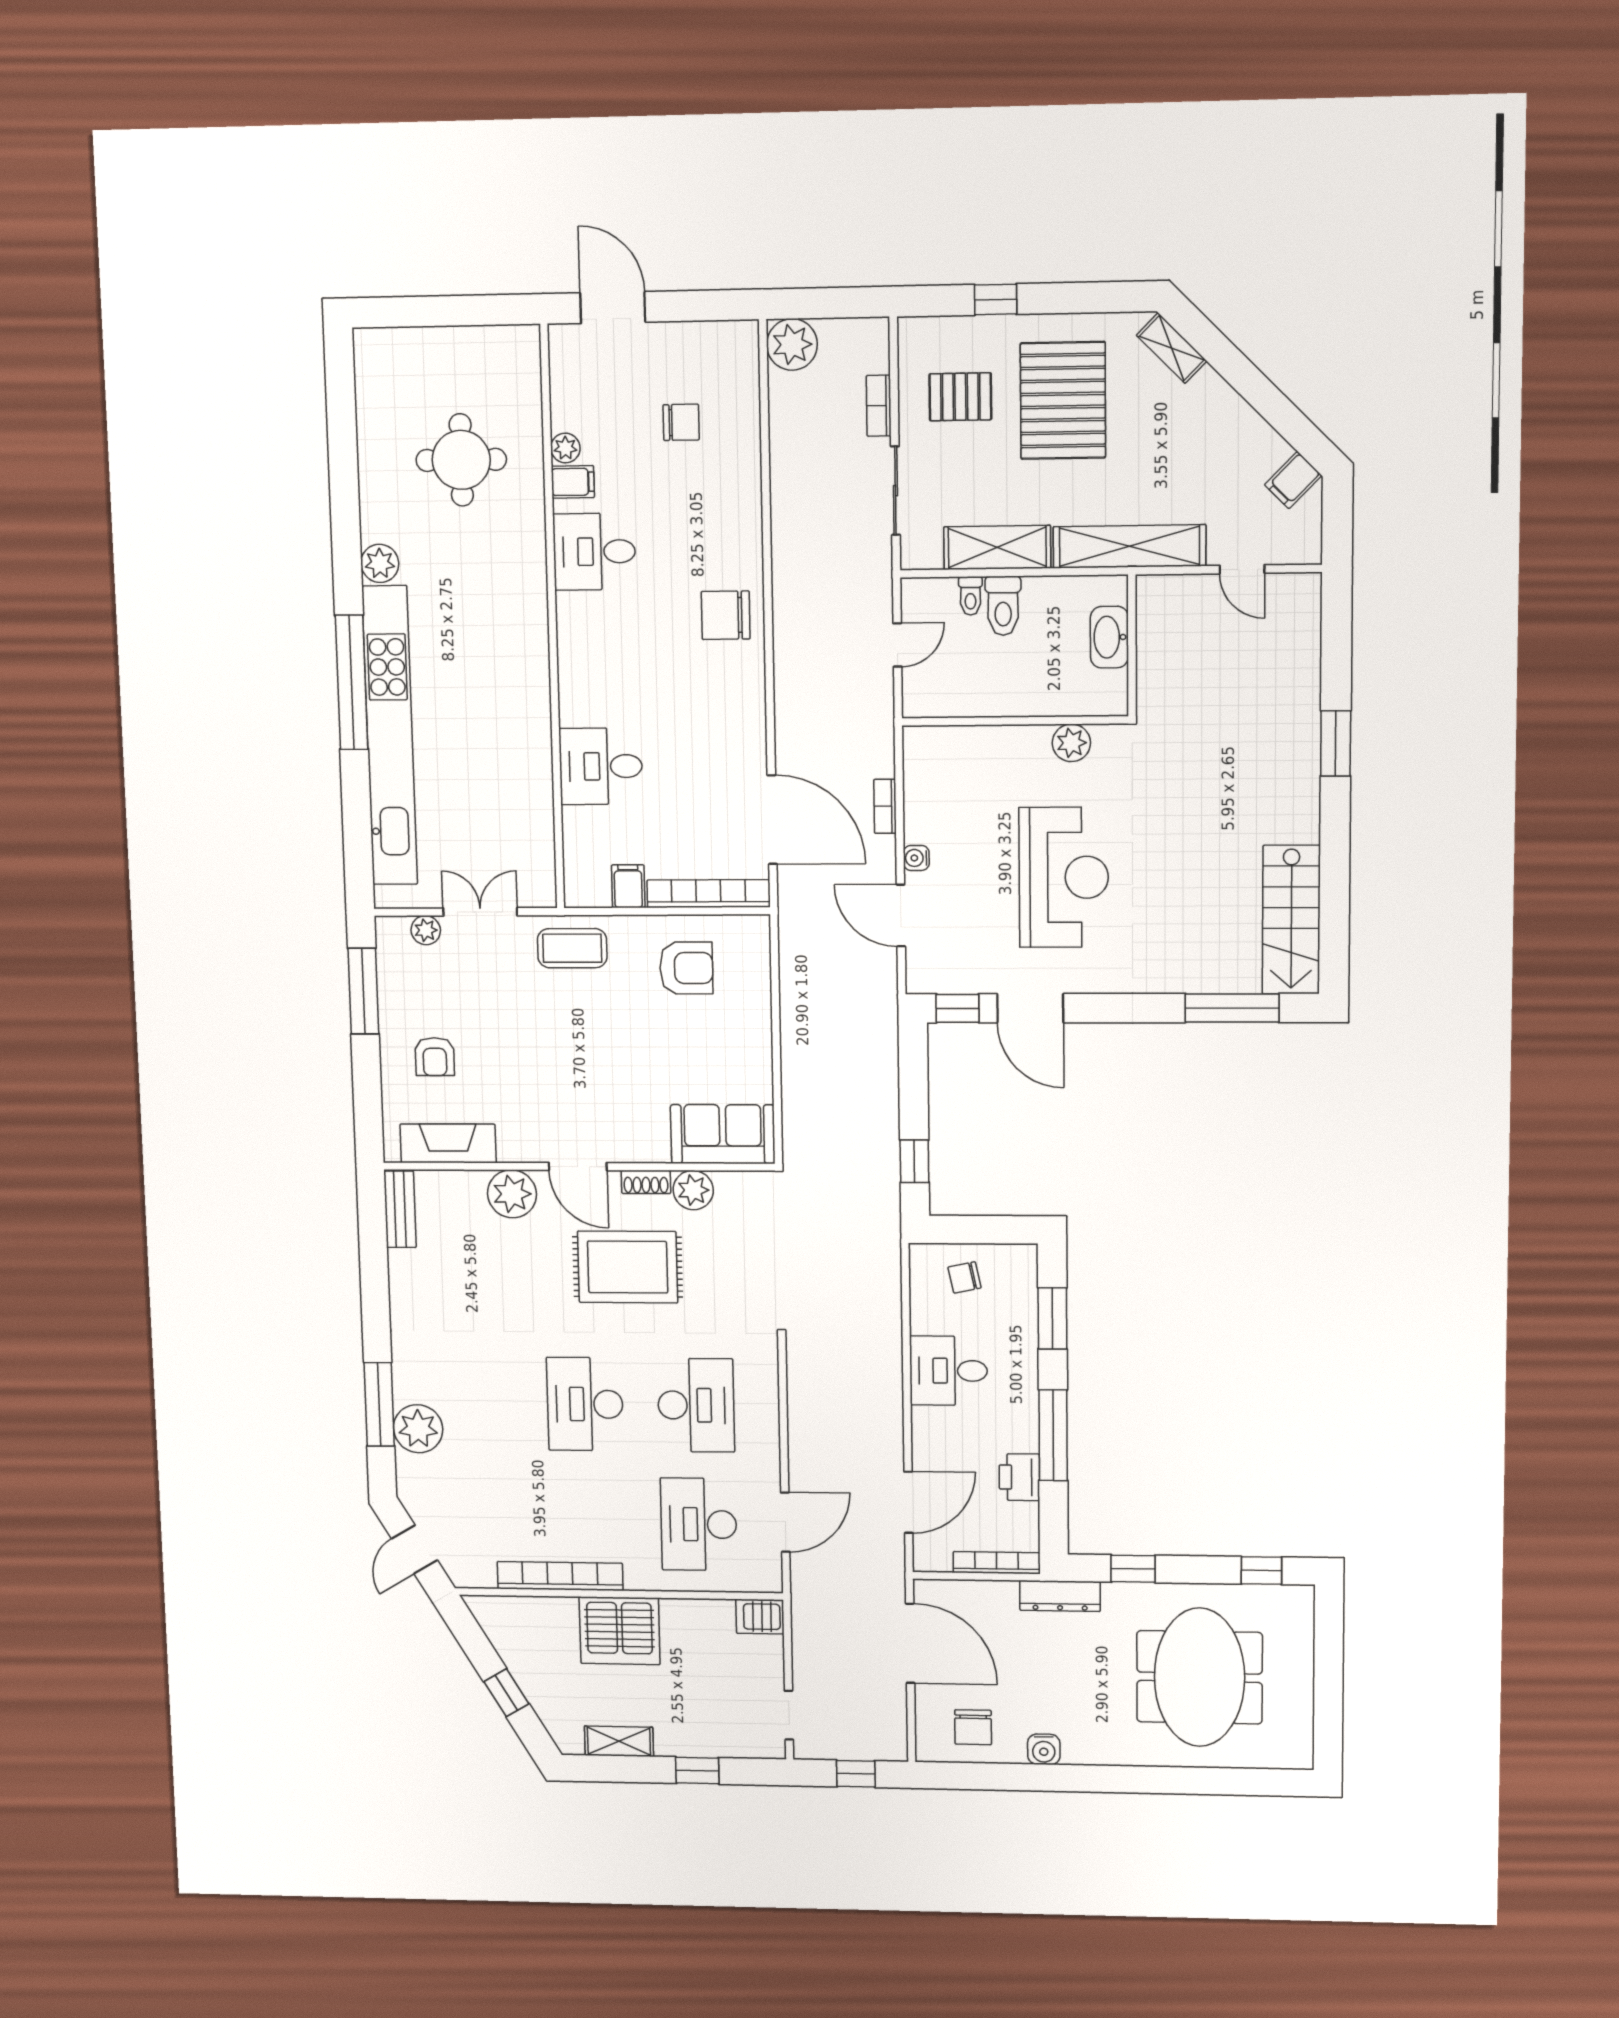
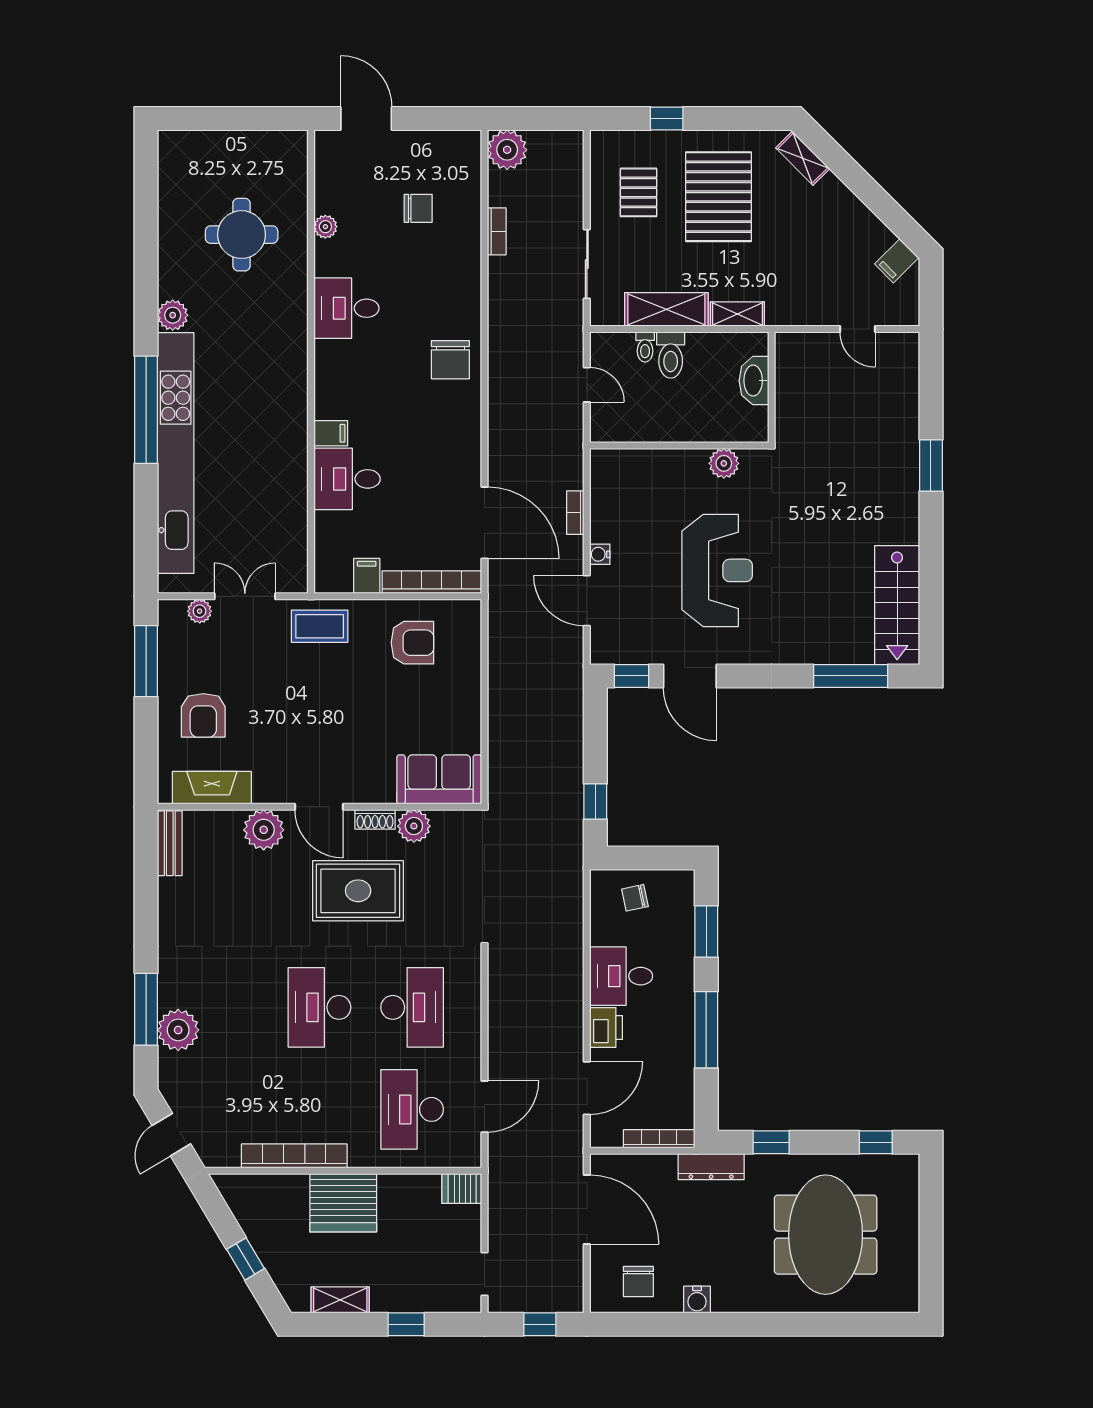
pallet: (960, 397) -> (639, 192), turned 90
bookcase: (879, 406) -> (497, 231), moved, turned 180
filing cabinet: (573, 482) -> (331, 433), moved
shelving: (1129, 546) -> (737, 314), width x0.45, depth x0.75
chair: (726, 615) -> (450, 360), turned -90
door: (897, 645) -> (587, 385), hinge flipped
armchair: (435, 1057) -> (203, 715), width x1.38, depth x1.38
printer: (1019, 1477) -> (606, 1027), moved, turned 180

